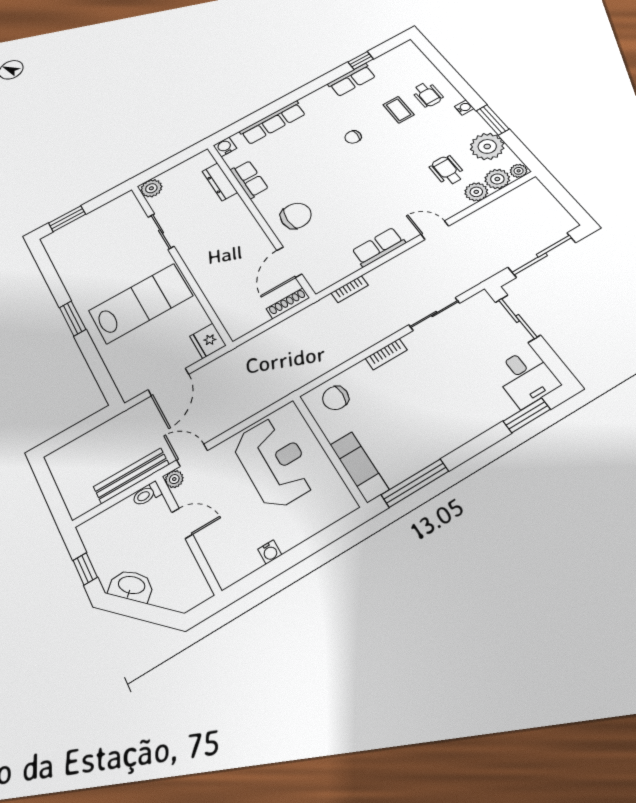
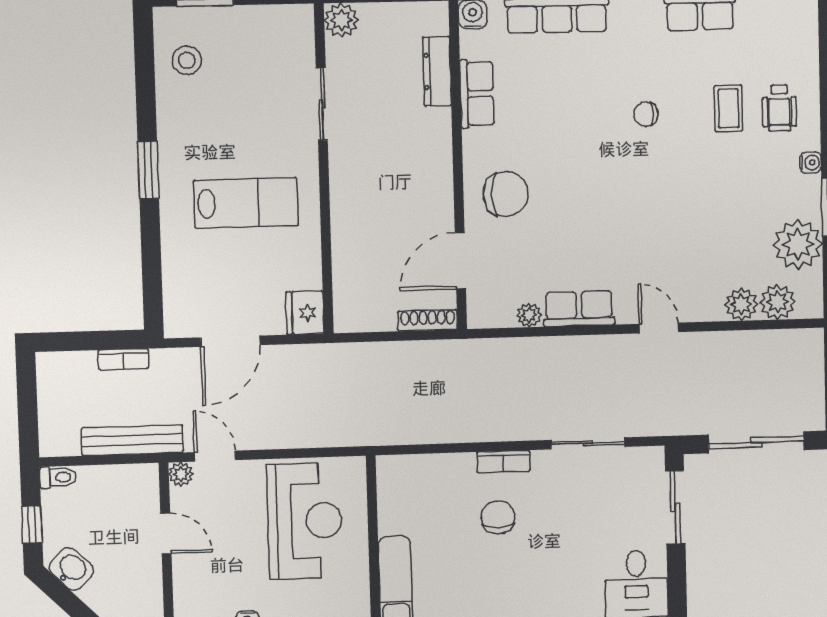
wheelchair: (447, 170) -> (728, 248), removed
plant: (519, 171) -> (529, 315), moved
stool: (71, 253) -> (187, 60), added
bookcase: (350, 289) -> (123, 359), moved
lab bench: (141, 303) -> (246, 203), width x0.73, depth x0.72
chair: (336, 398) -> (498, 517), moved, turned 90
toilet: (147, 494) -> (58, 477), moved, turned 180
washbasin: (131, 586) -> (71, 569), width x0.72

